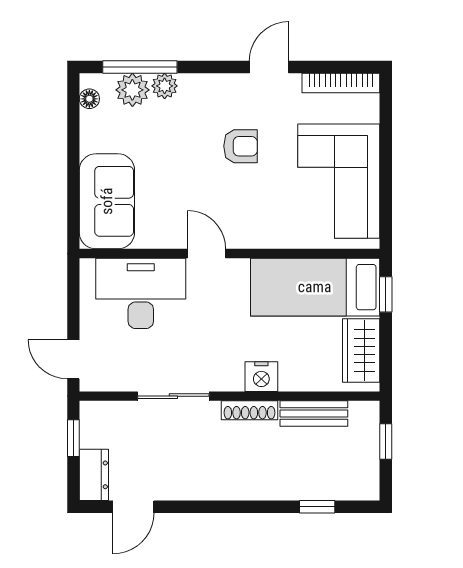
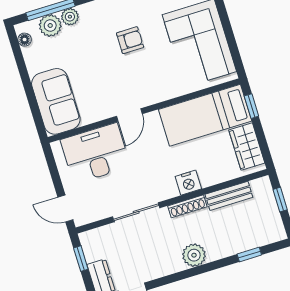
door: (207, 253) -> (129, 115), swing flipped
plant: (237, 483) -> (194, 255), added

